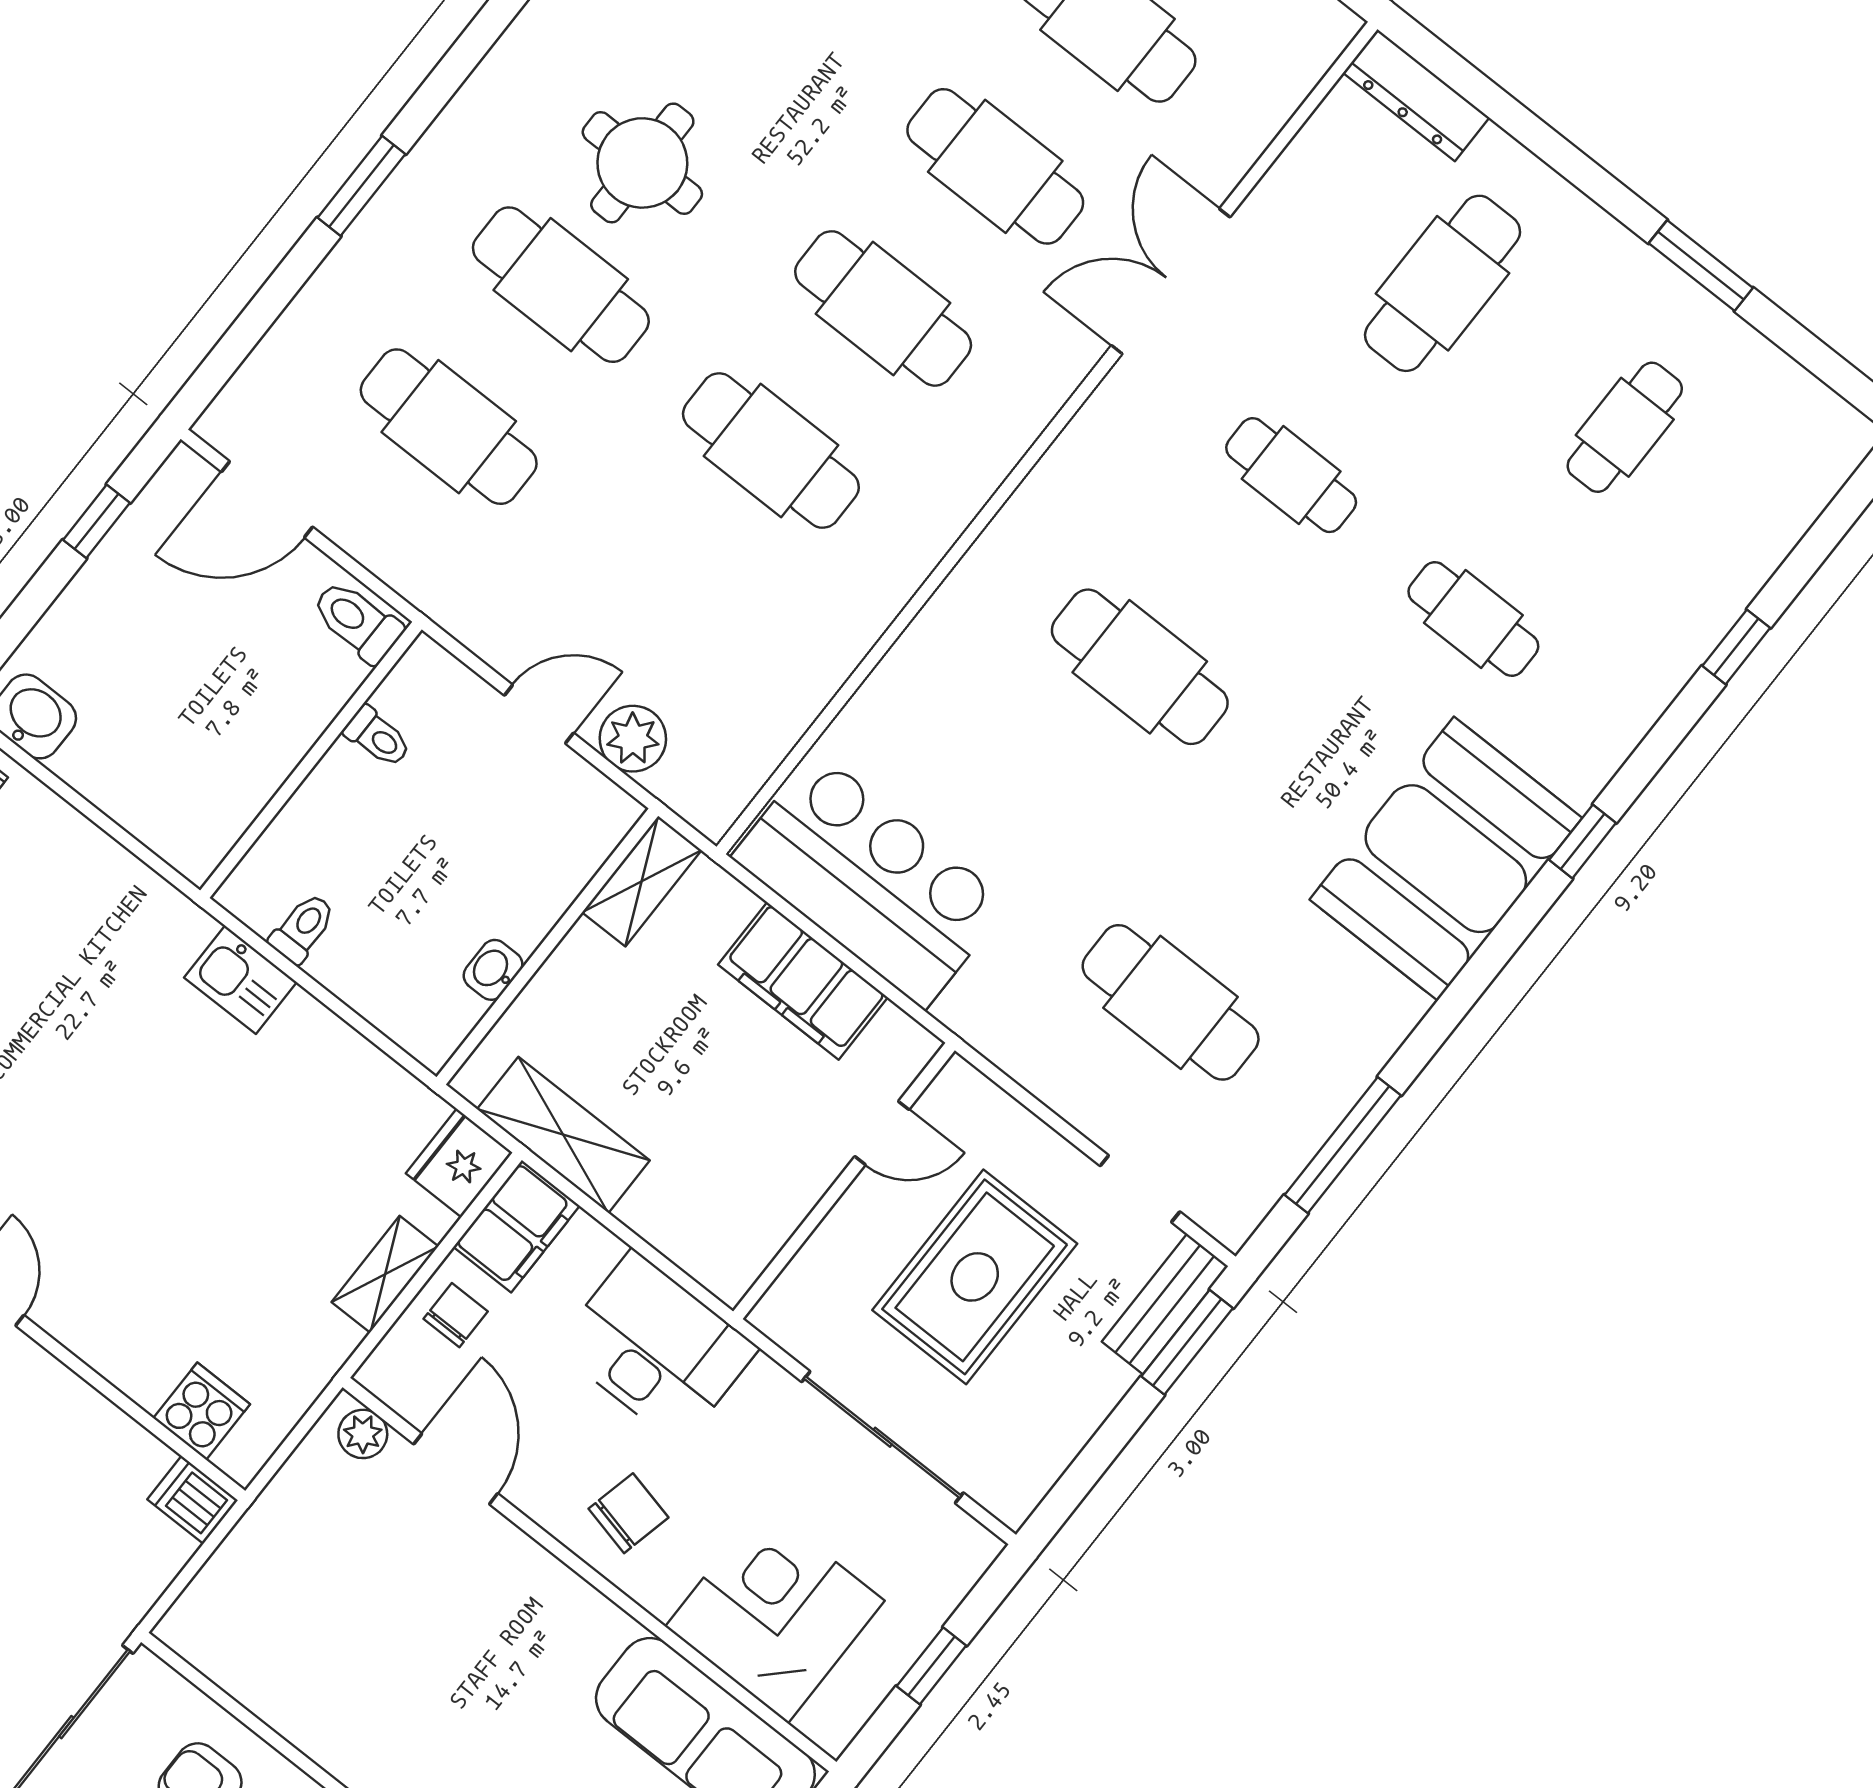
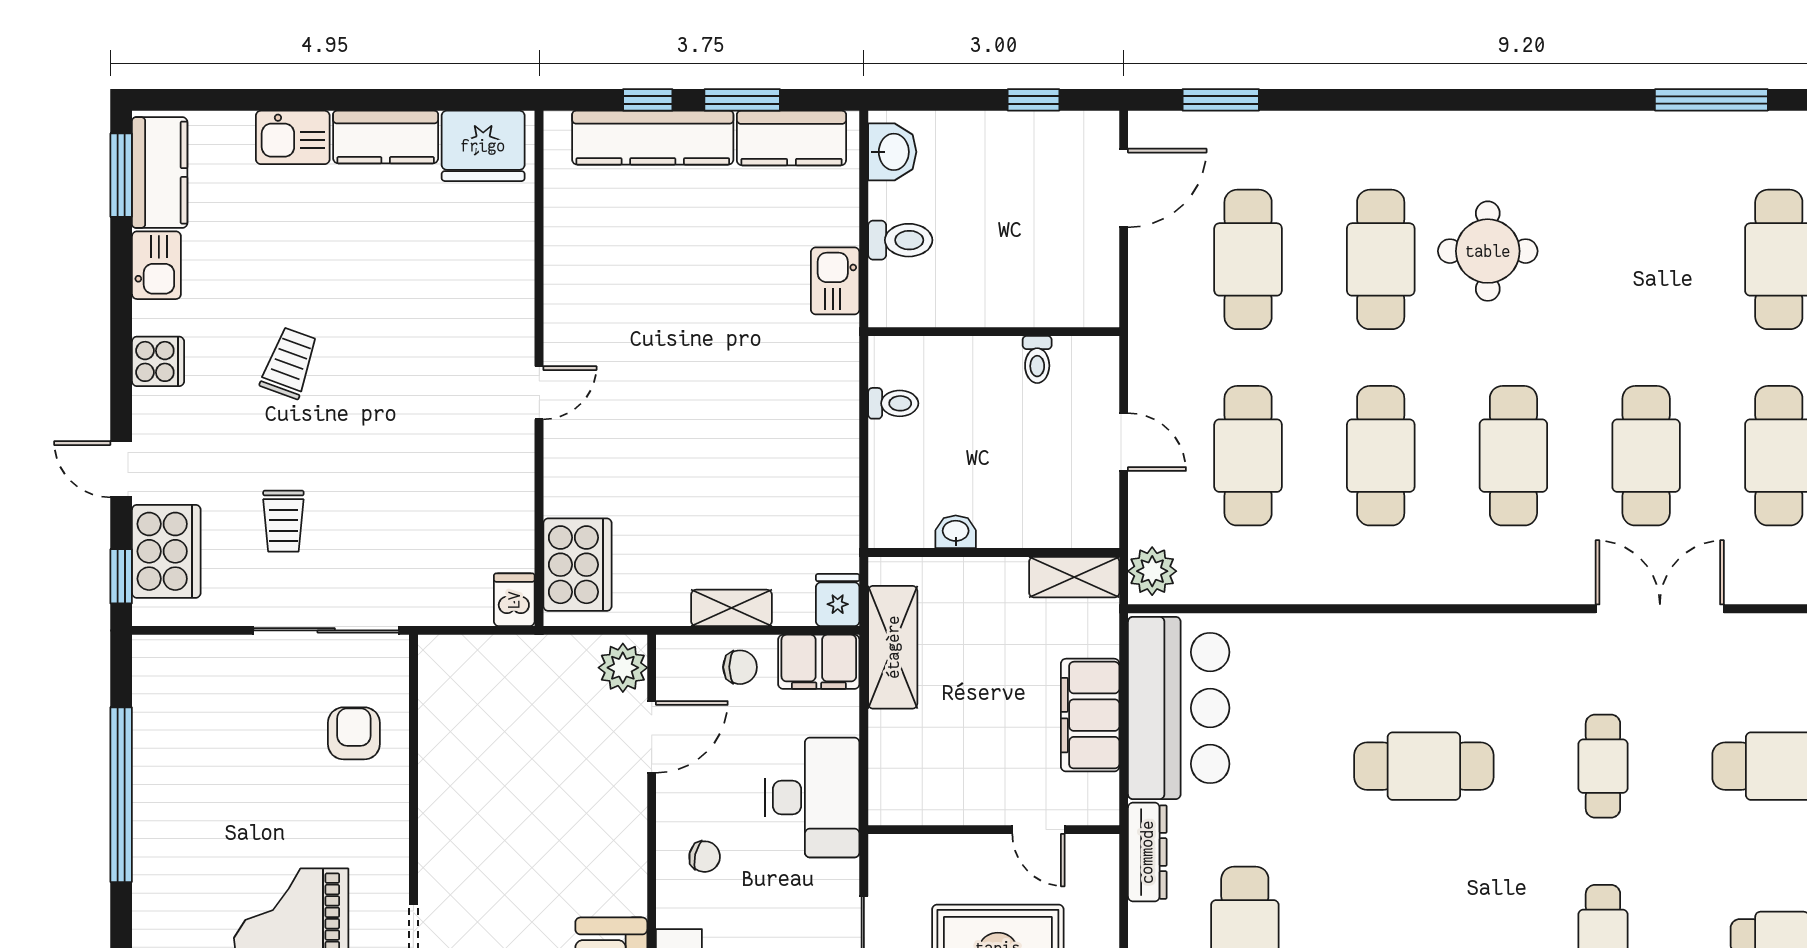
window: (361, 186) -> (1221, 100), moved
door: (267, 499) -> (1124, 188), swing flipped
cafe table: (659, 593) -> (1248, 456), added
toilet: (357, 621) -> (900, 240), moved, turned 90
cafe table: (1140, 667) -> (1424, 766), turned 90
plant: (633, 739) -> (1152, 571), moved
kitchen sink: (240, 980) -> (835, 281), moved
dresser: (998, 1035) -> (1147, 852), added
fridge: (459, 1163) -> (838, 600), width x0.72
cooker: (202, 1411) -> (578, 565), width x1.87, depth x1.31
plant: (363, 1434) -> (623, 668), width x1.38, depth x1.38
chair: (628, 1513) -> (705, 857), width x0.73, depth x0.73

